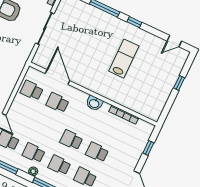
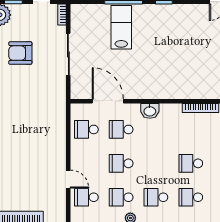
lab bench: (124, 59) -> (121, 27), moved
washbasin: (94, 103) -> (150, 111), moved
school desk: (71, 140) -> (121, 163), moved

